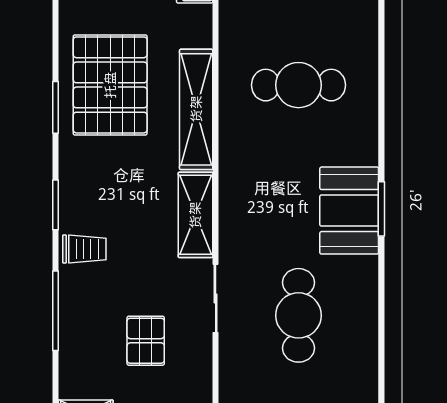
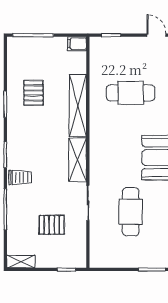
pallet: (110, 85) -> (33, 93), width x0.49, depth x0.50
pallet: (146, 341) -> (52, 225), turned 90

